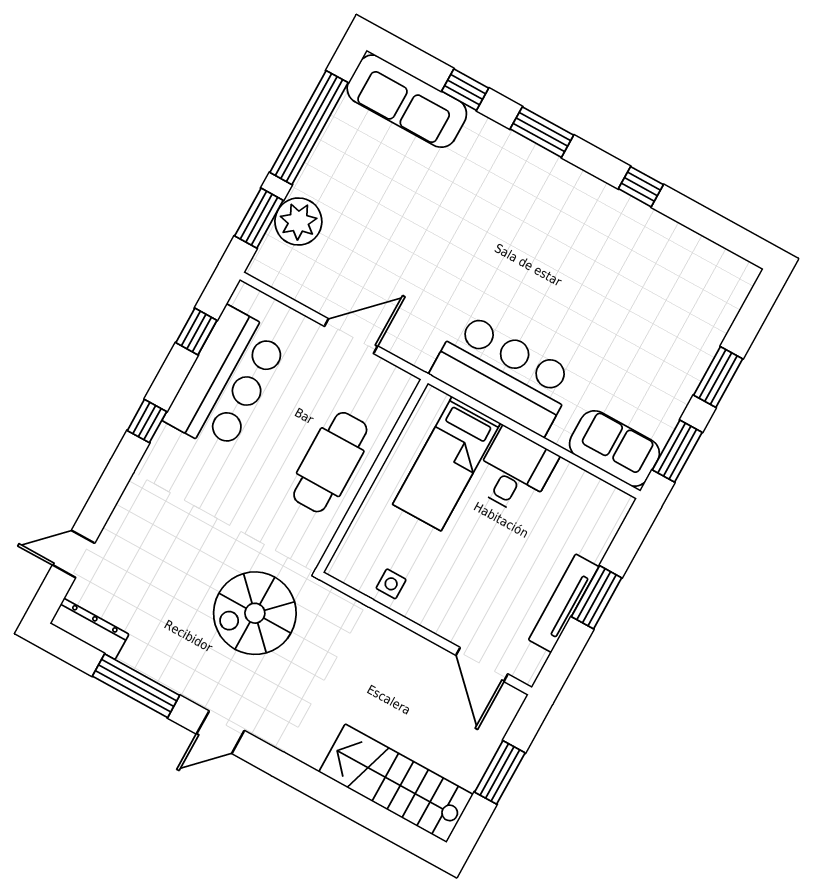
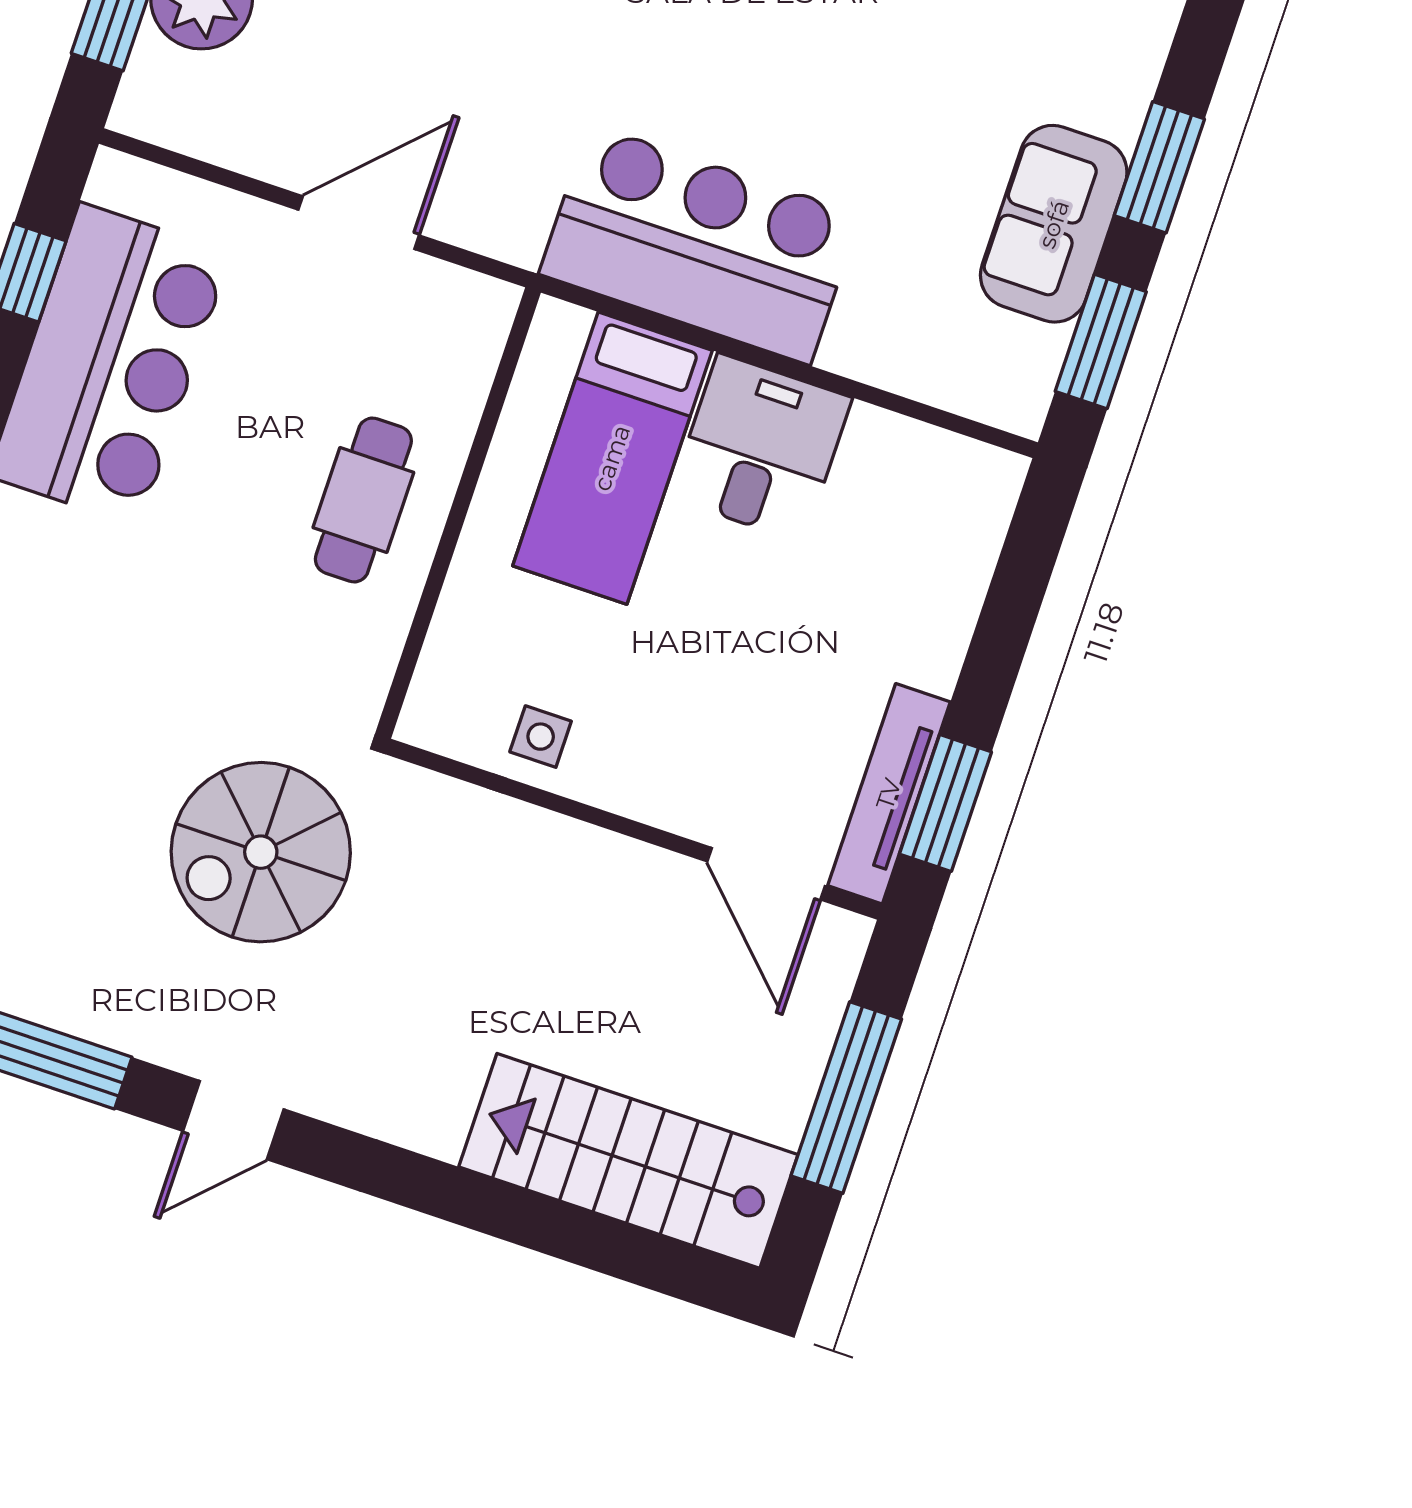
sofa: (614, 449) -> (1054, 224), moved, turned -90
cafe table: (330, 462) -> (363, 500), width x0.73, depth x0.74
window: (597, 597) -> (945, 803), moved
tv unit: (564, 603) -> (889, 794), moved
window: (500, 772) -> (846, 1098), width x1.44

